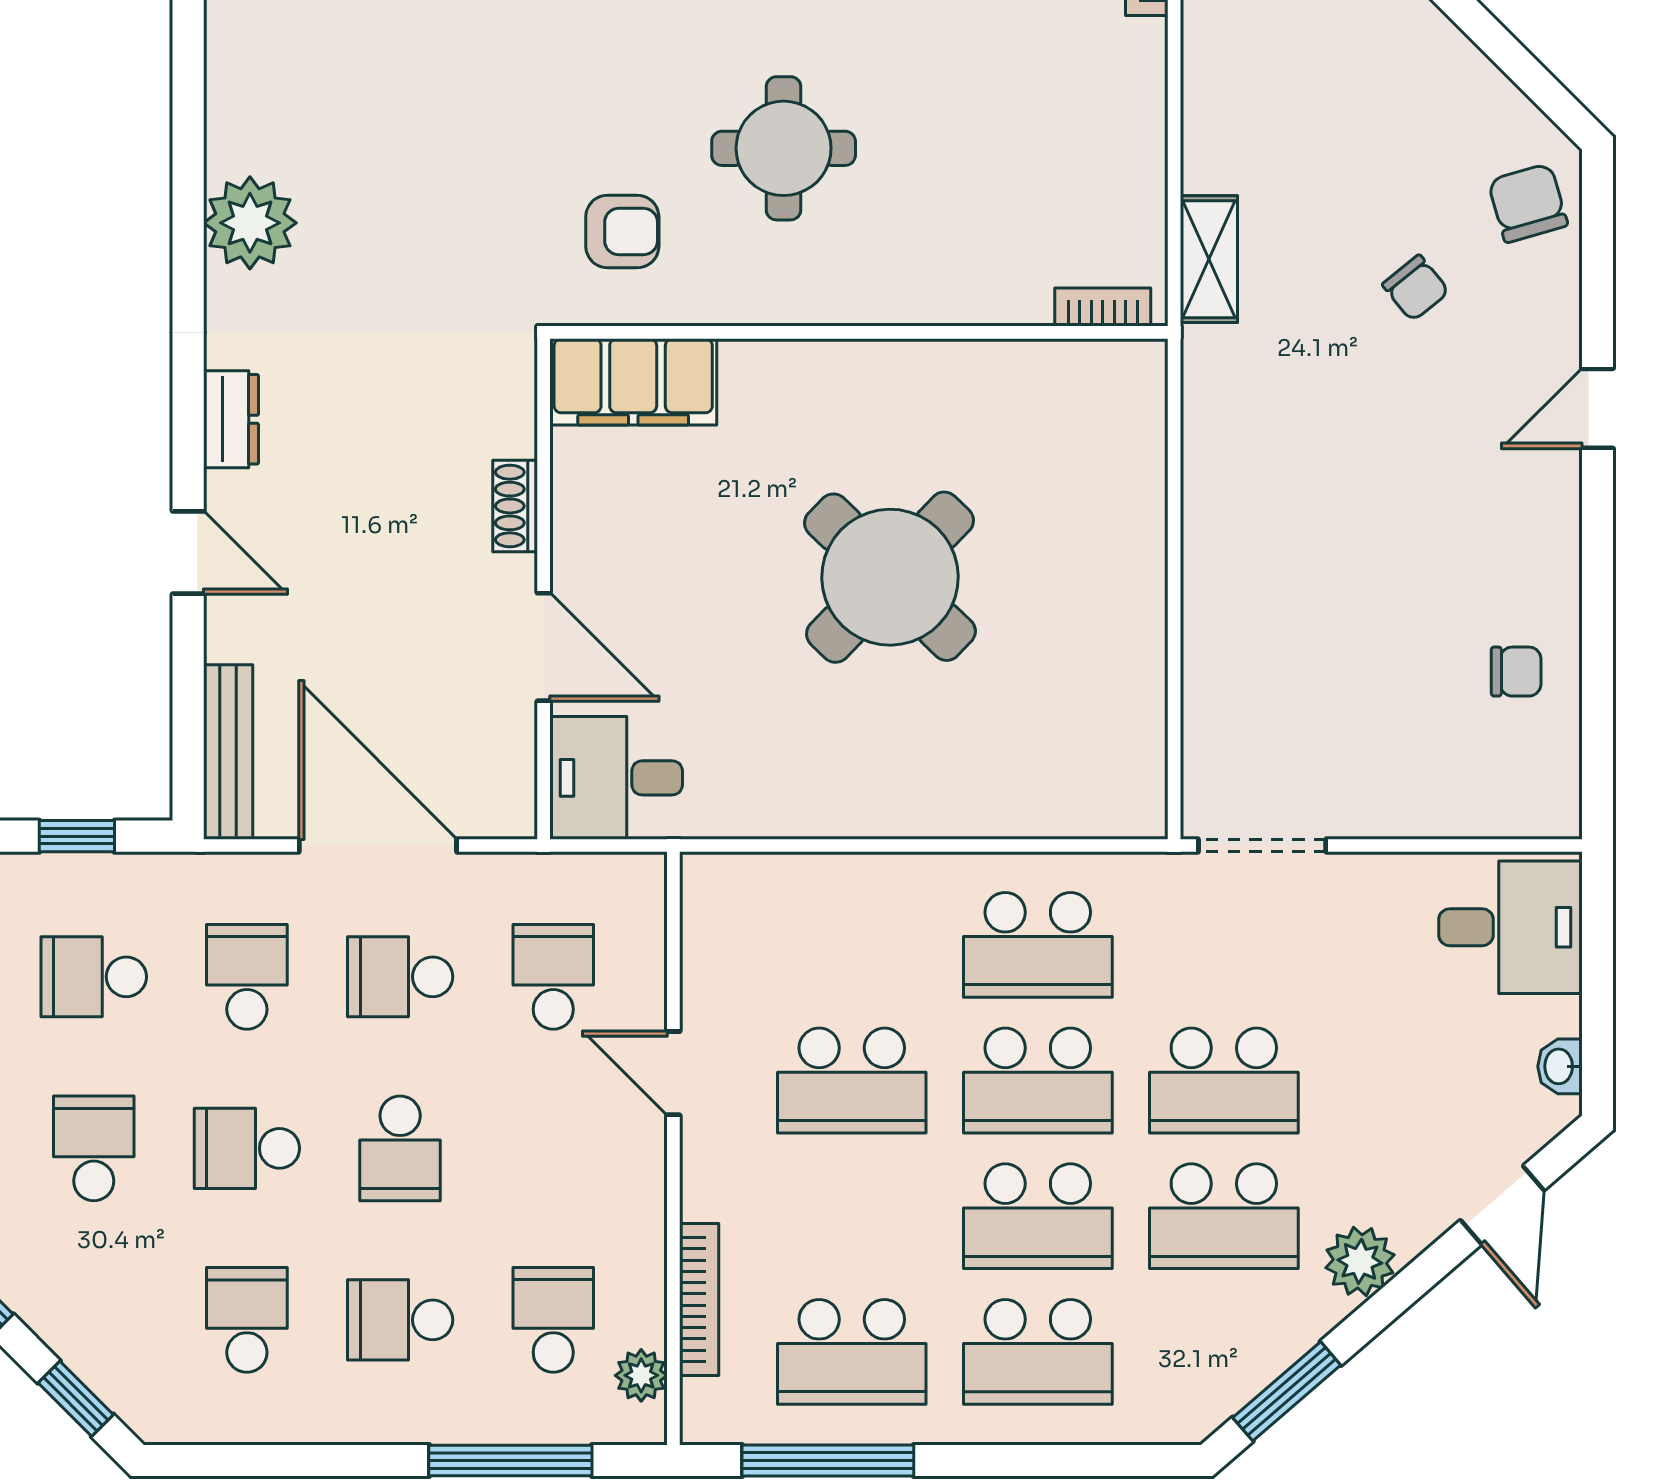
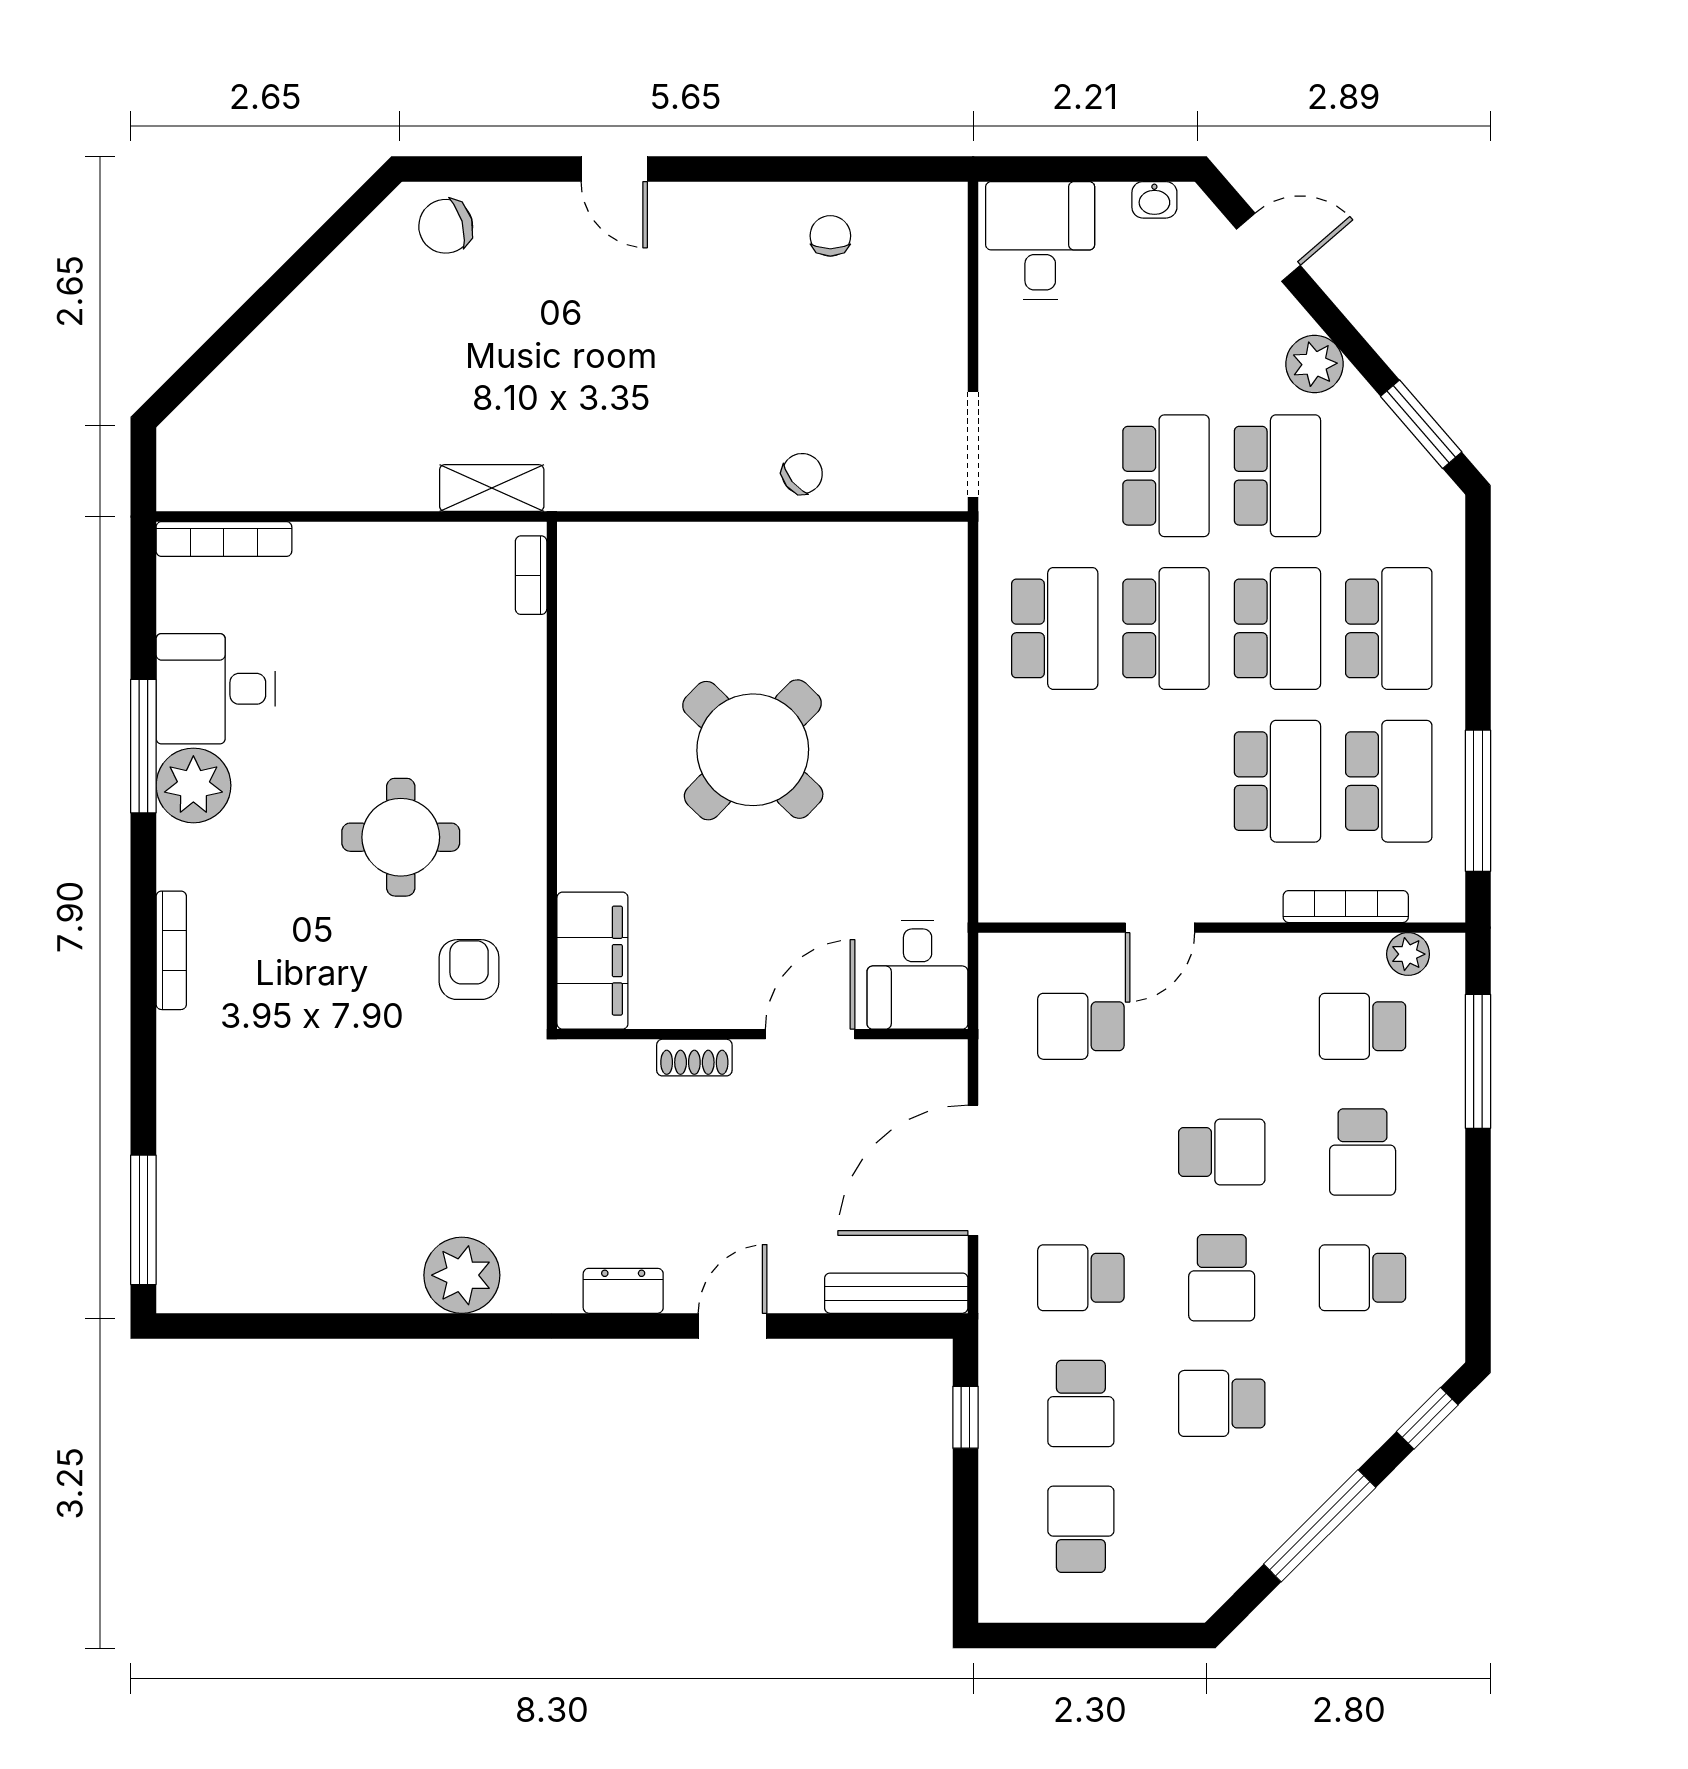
chair: (1416, 288) -> (802, 474), moved
school desk: (400, 977) -> (1081, 1152), removed
school desk: (852, 1081) -> (1277, 781), moved

